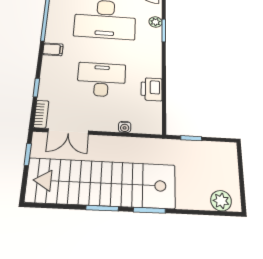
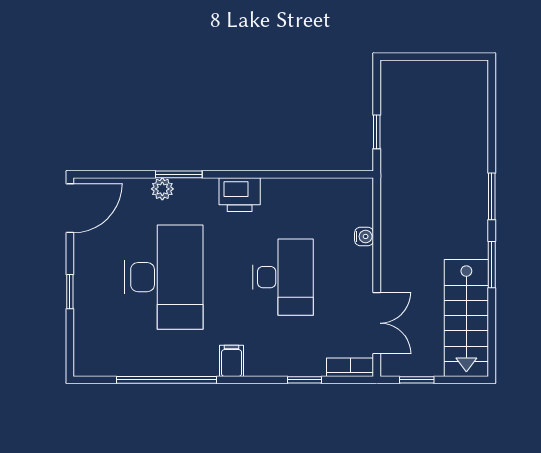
desk: (101, 80) -> (283, 277), turned 180
printer: (152, 89) -> (240, 195), moved
stairs: (102, 183) -> (466, 318), width x0.54, depth x0.66
plant: (221, 201) -> (473, 90), removed

